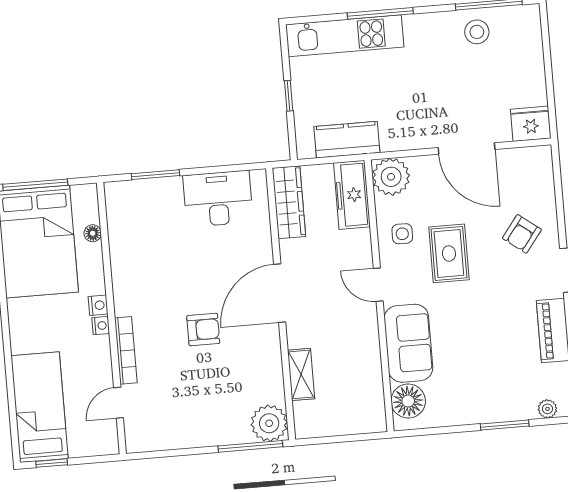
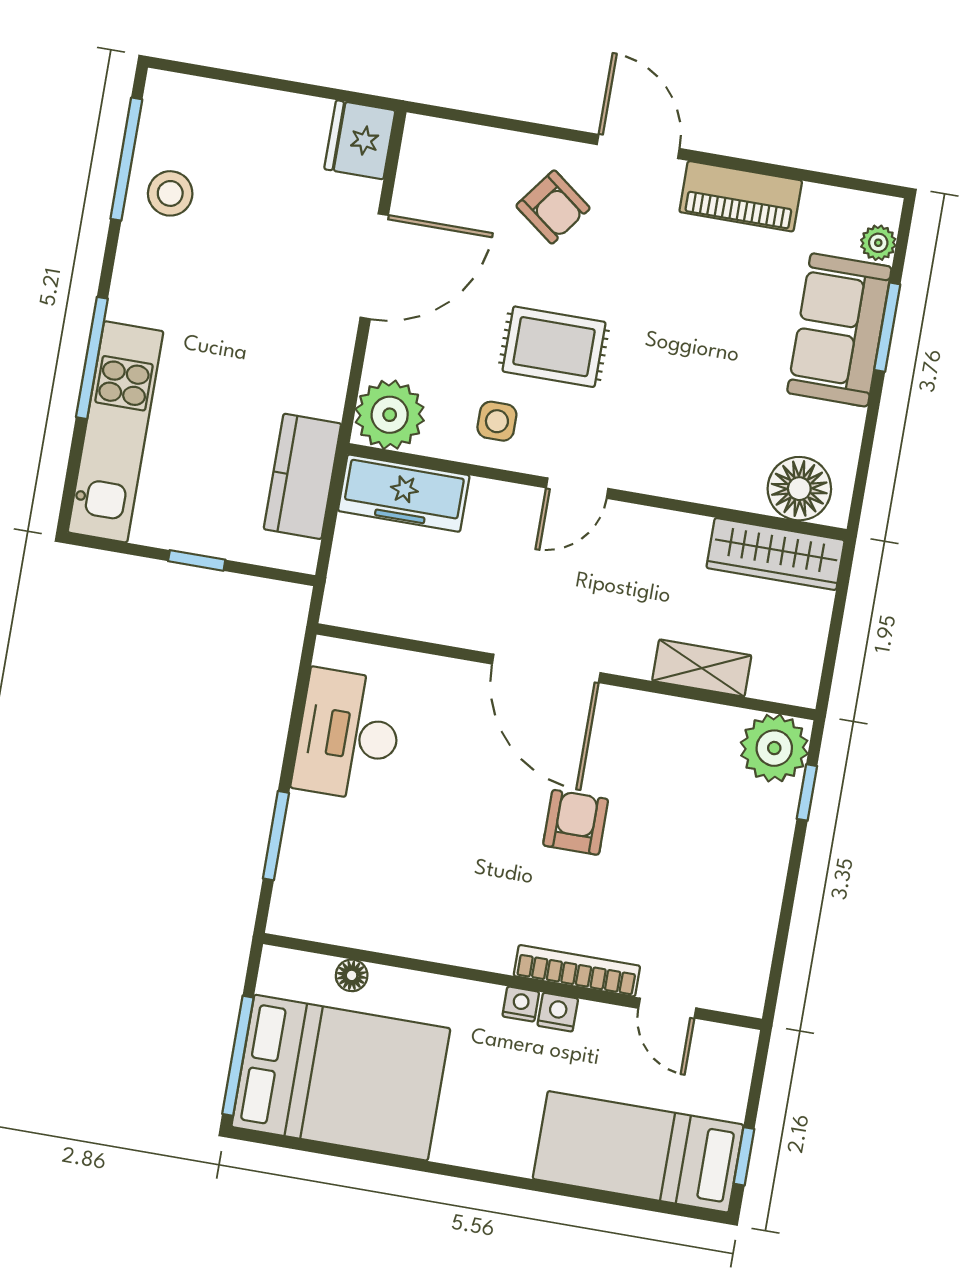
wardrobe: (289, 202) -> (775, 554), moved, turned 180
nightstand: (98, 305) -> (558, 1012), moved
sofa: (408, 343) -> (839, 330), moved, turned -90
window: (250, 446) -> (807, 792), width x0.46

